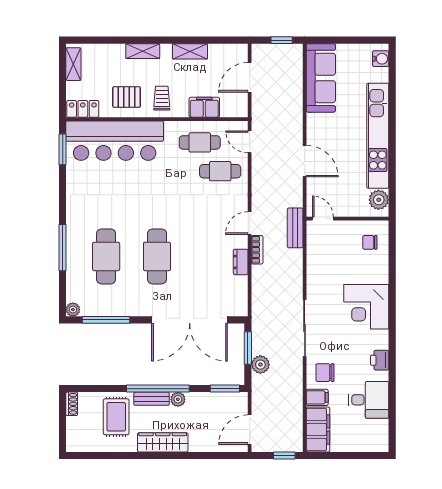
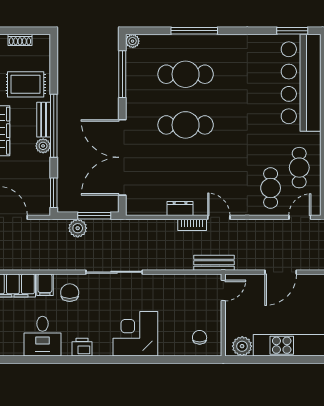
shoe rack: (72, 404) -> (20, 40), moved

